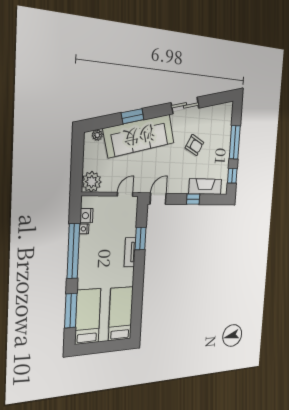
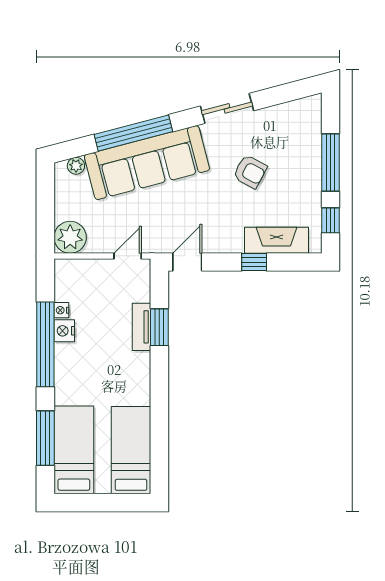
window: (132, 116) -> (133, 133), width x2.11
nightstand: (86, 216) -> (64, 331), moved
tv unit: (130, 252) -> (142, 327), moved

